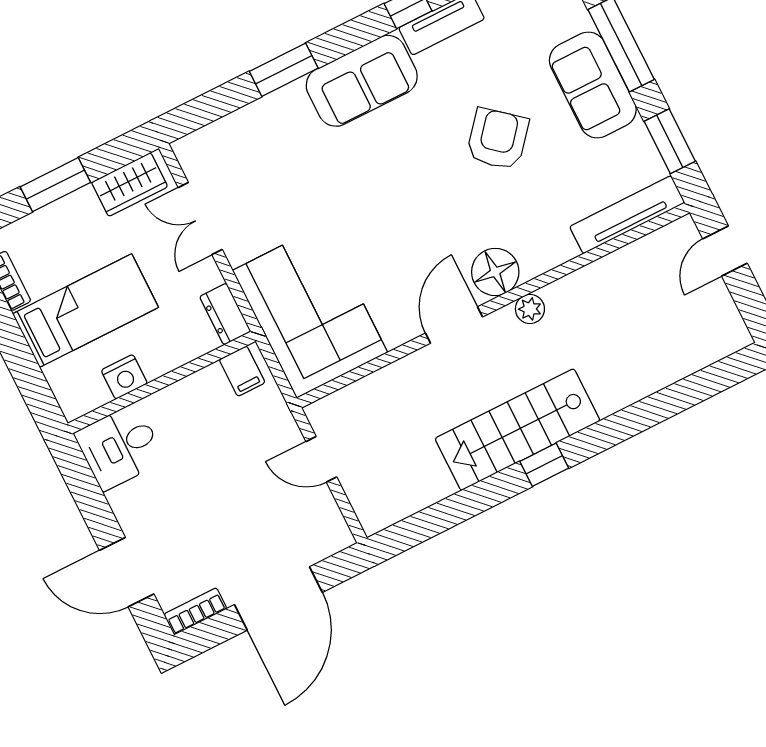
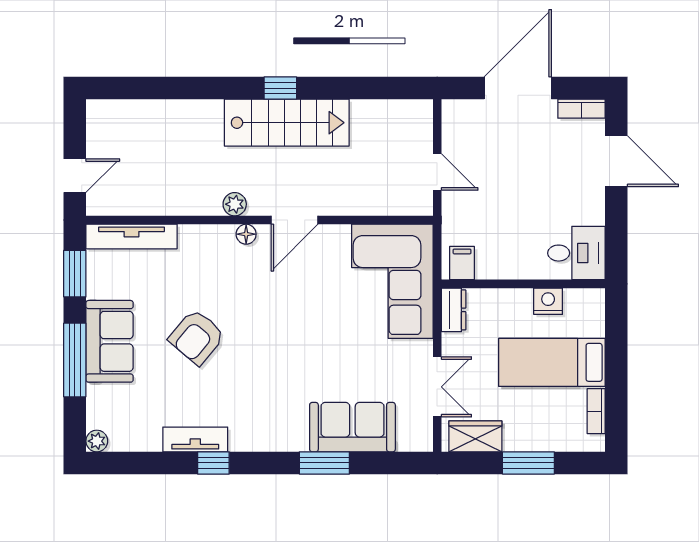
sofa: (362, 81) -> (352, 427), moved
floor lamp: (495, 272) -> (246, 234), width x0.53, depth x0.53

